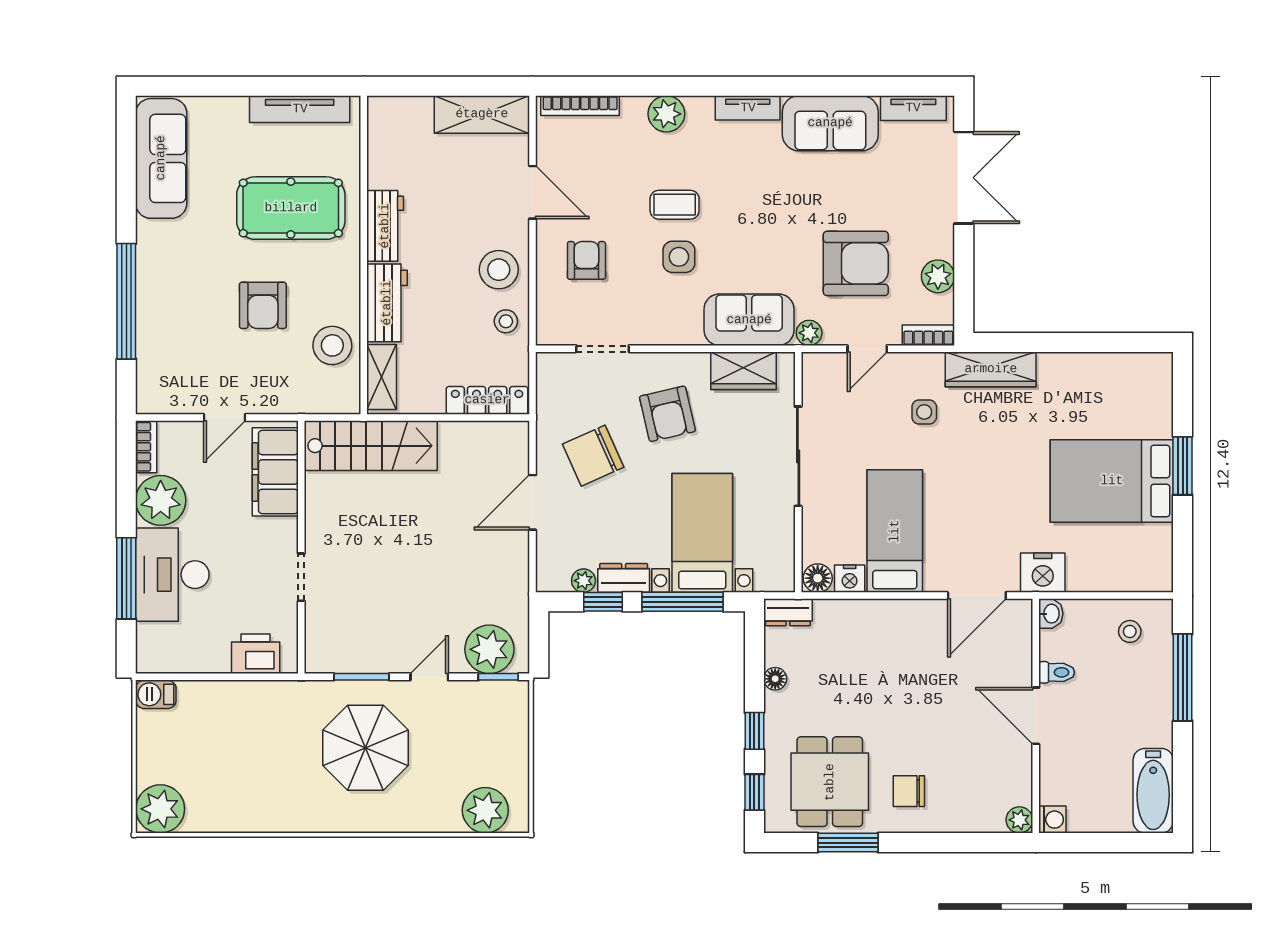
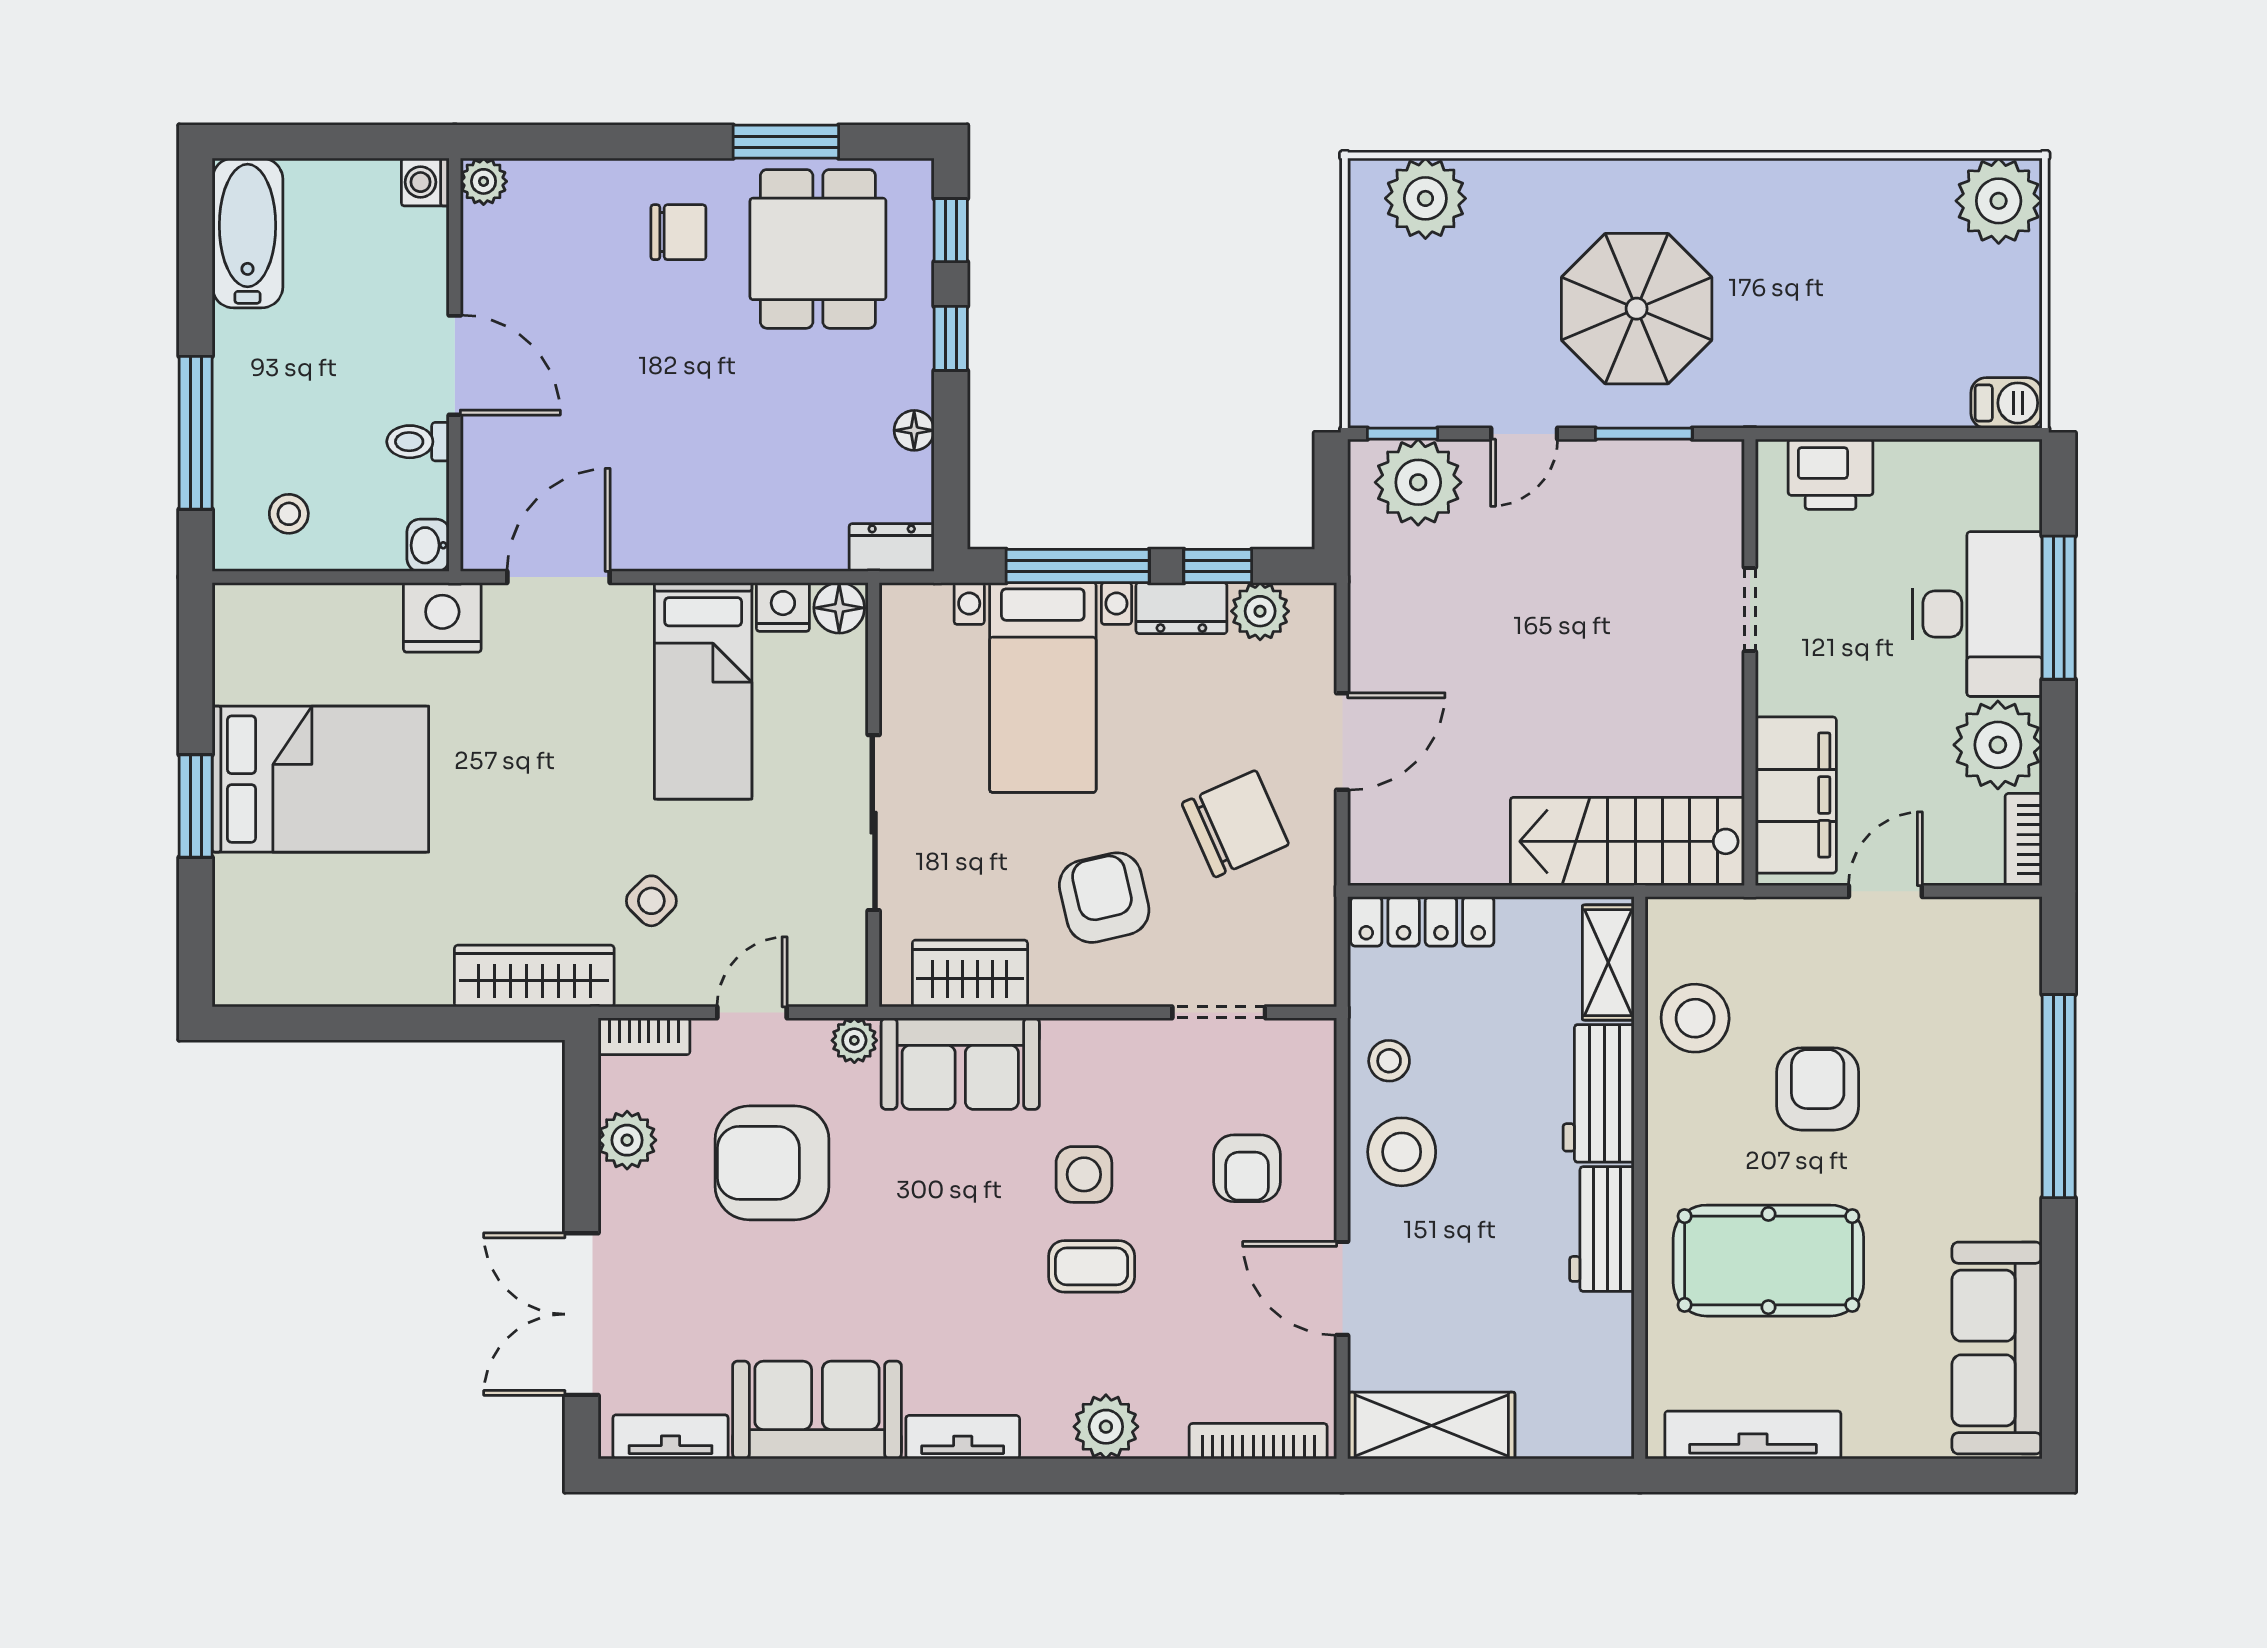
side table: (924, 412) -> (651, 901), turned 45
plant: (583, 581) -> (1260, 611), width x1.38, depth x1.38

